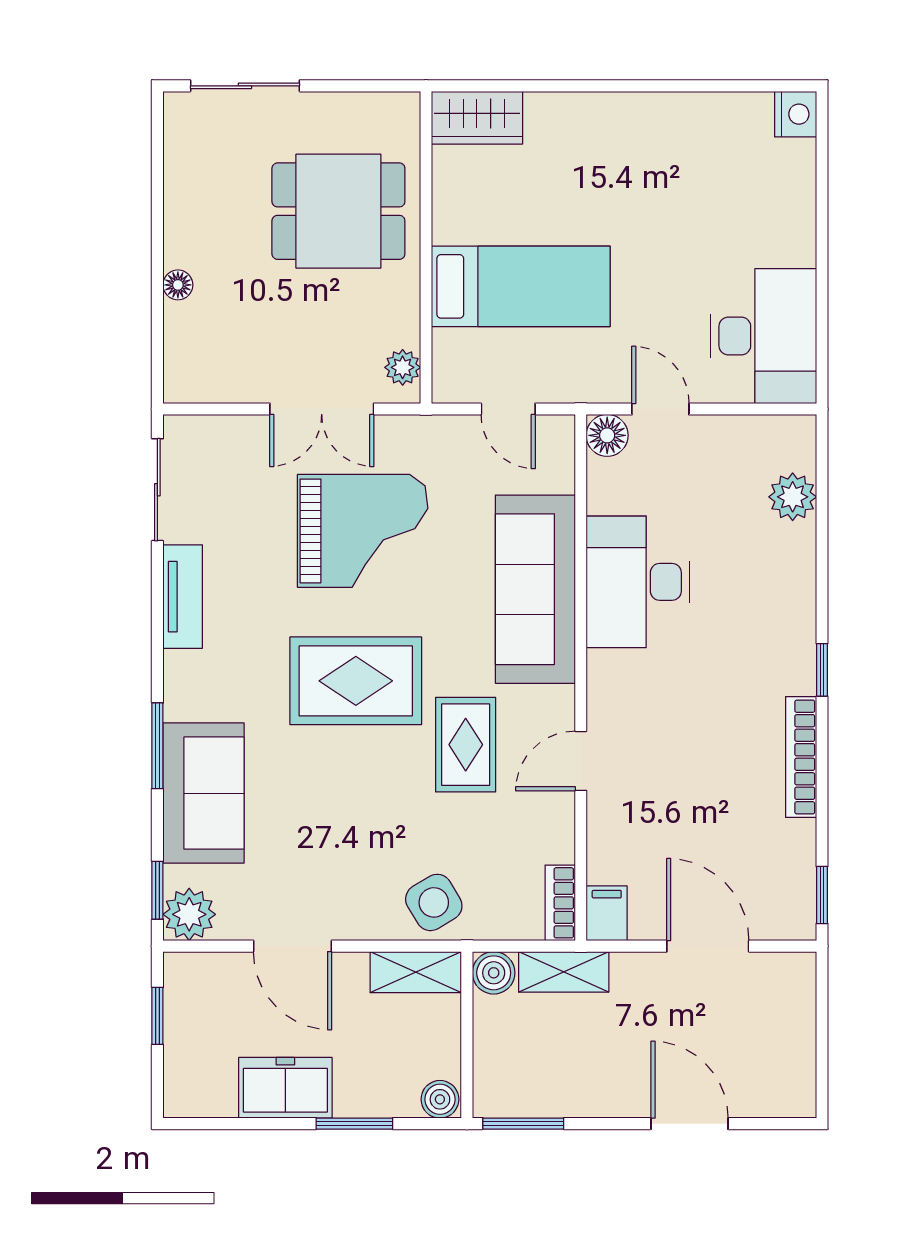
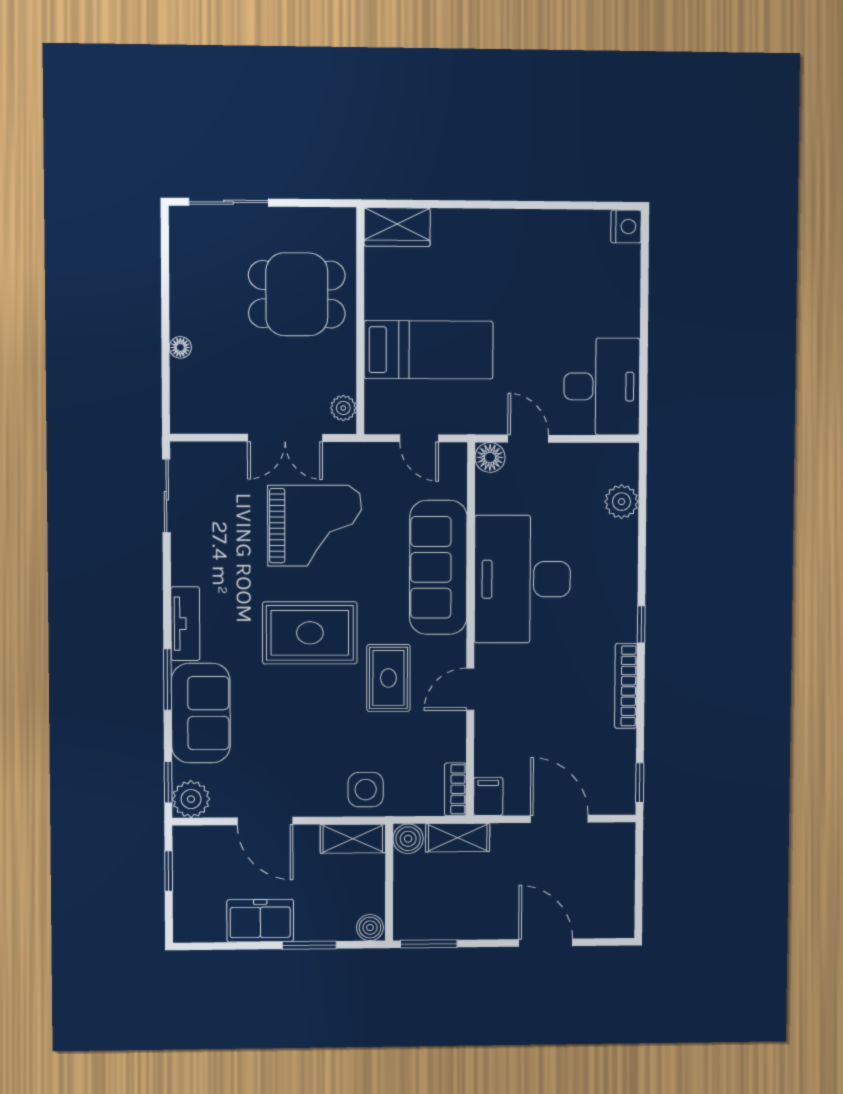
desk: (638, 582) -> (522, 579), width x1.36, depth x1.30
tv unit: (183, 597) -> (185, 624), moved
side table: (434, 902) -> (366, 790), turned 31

